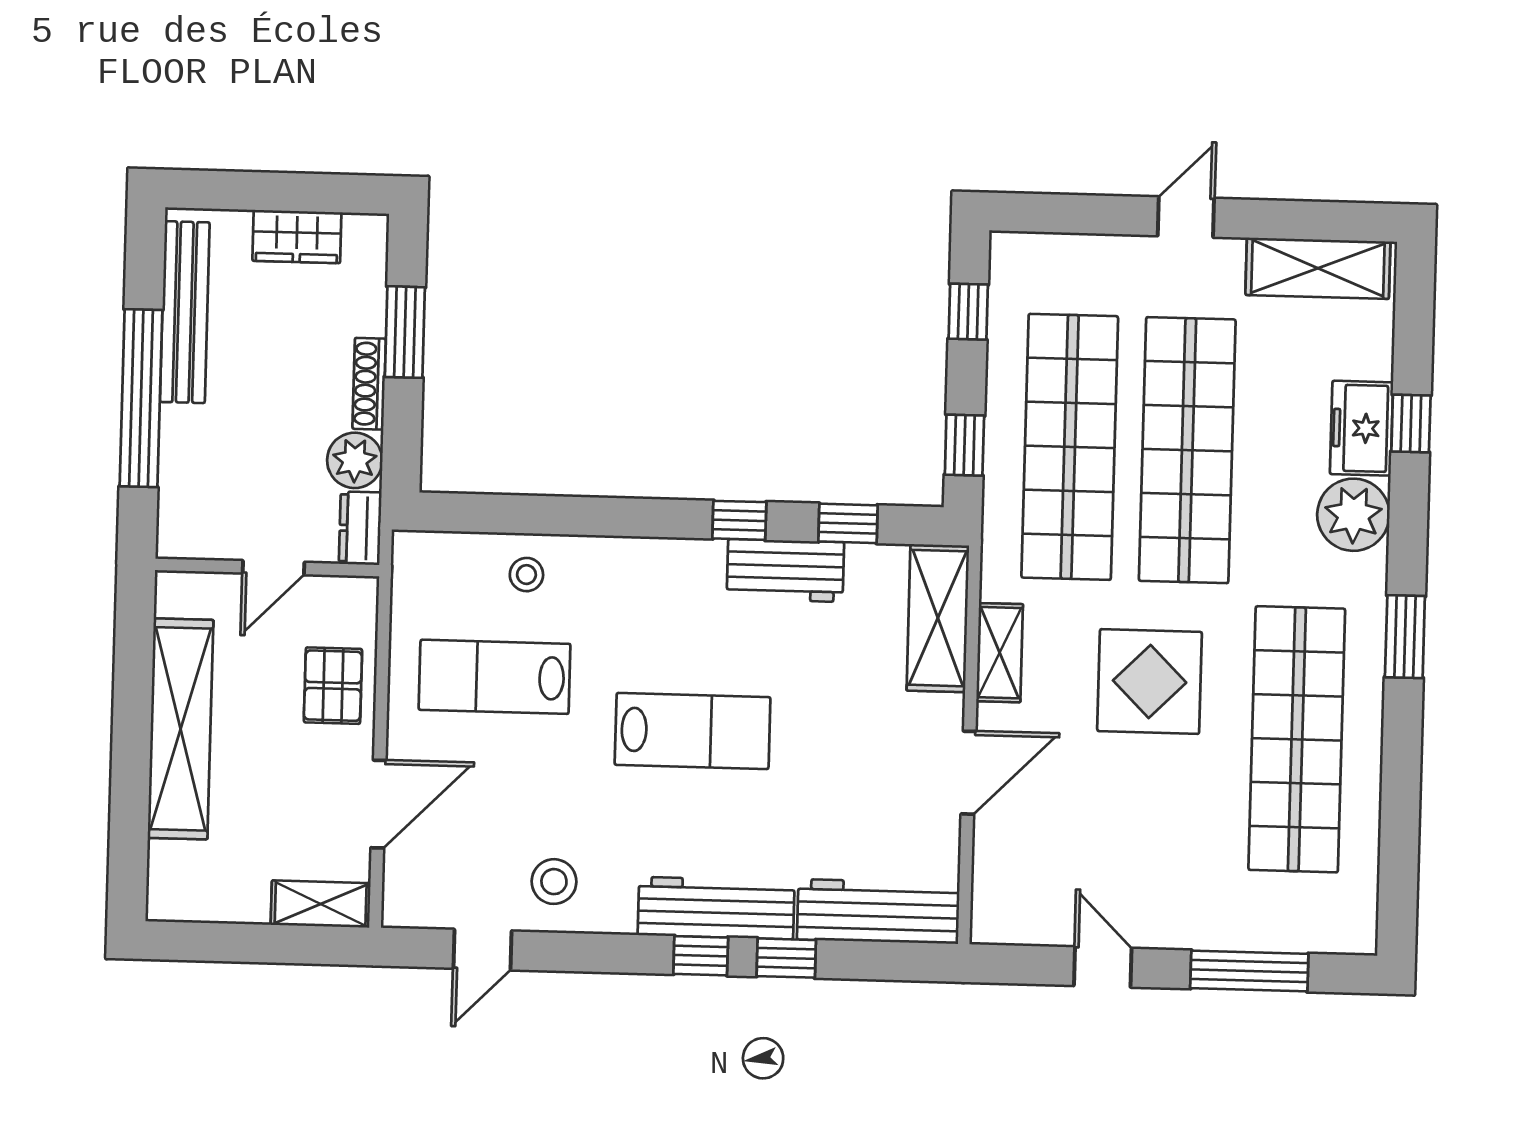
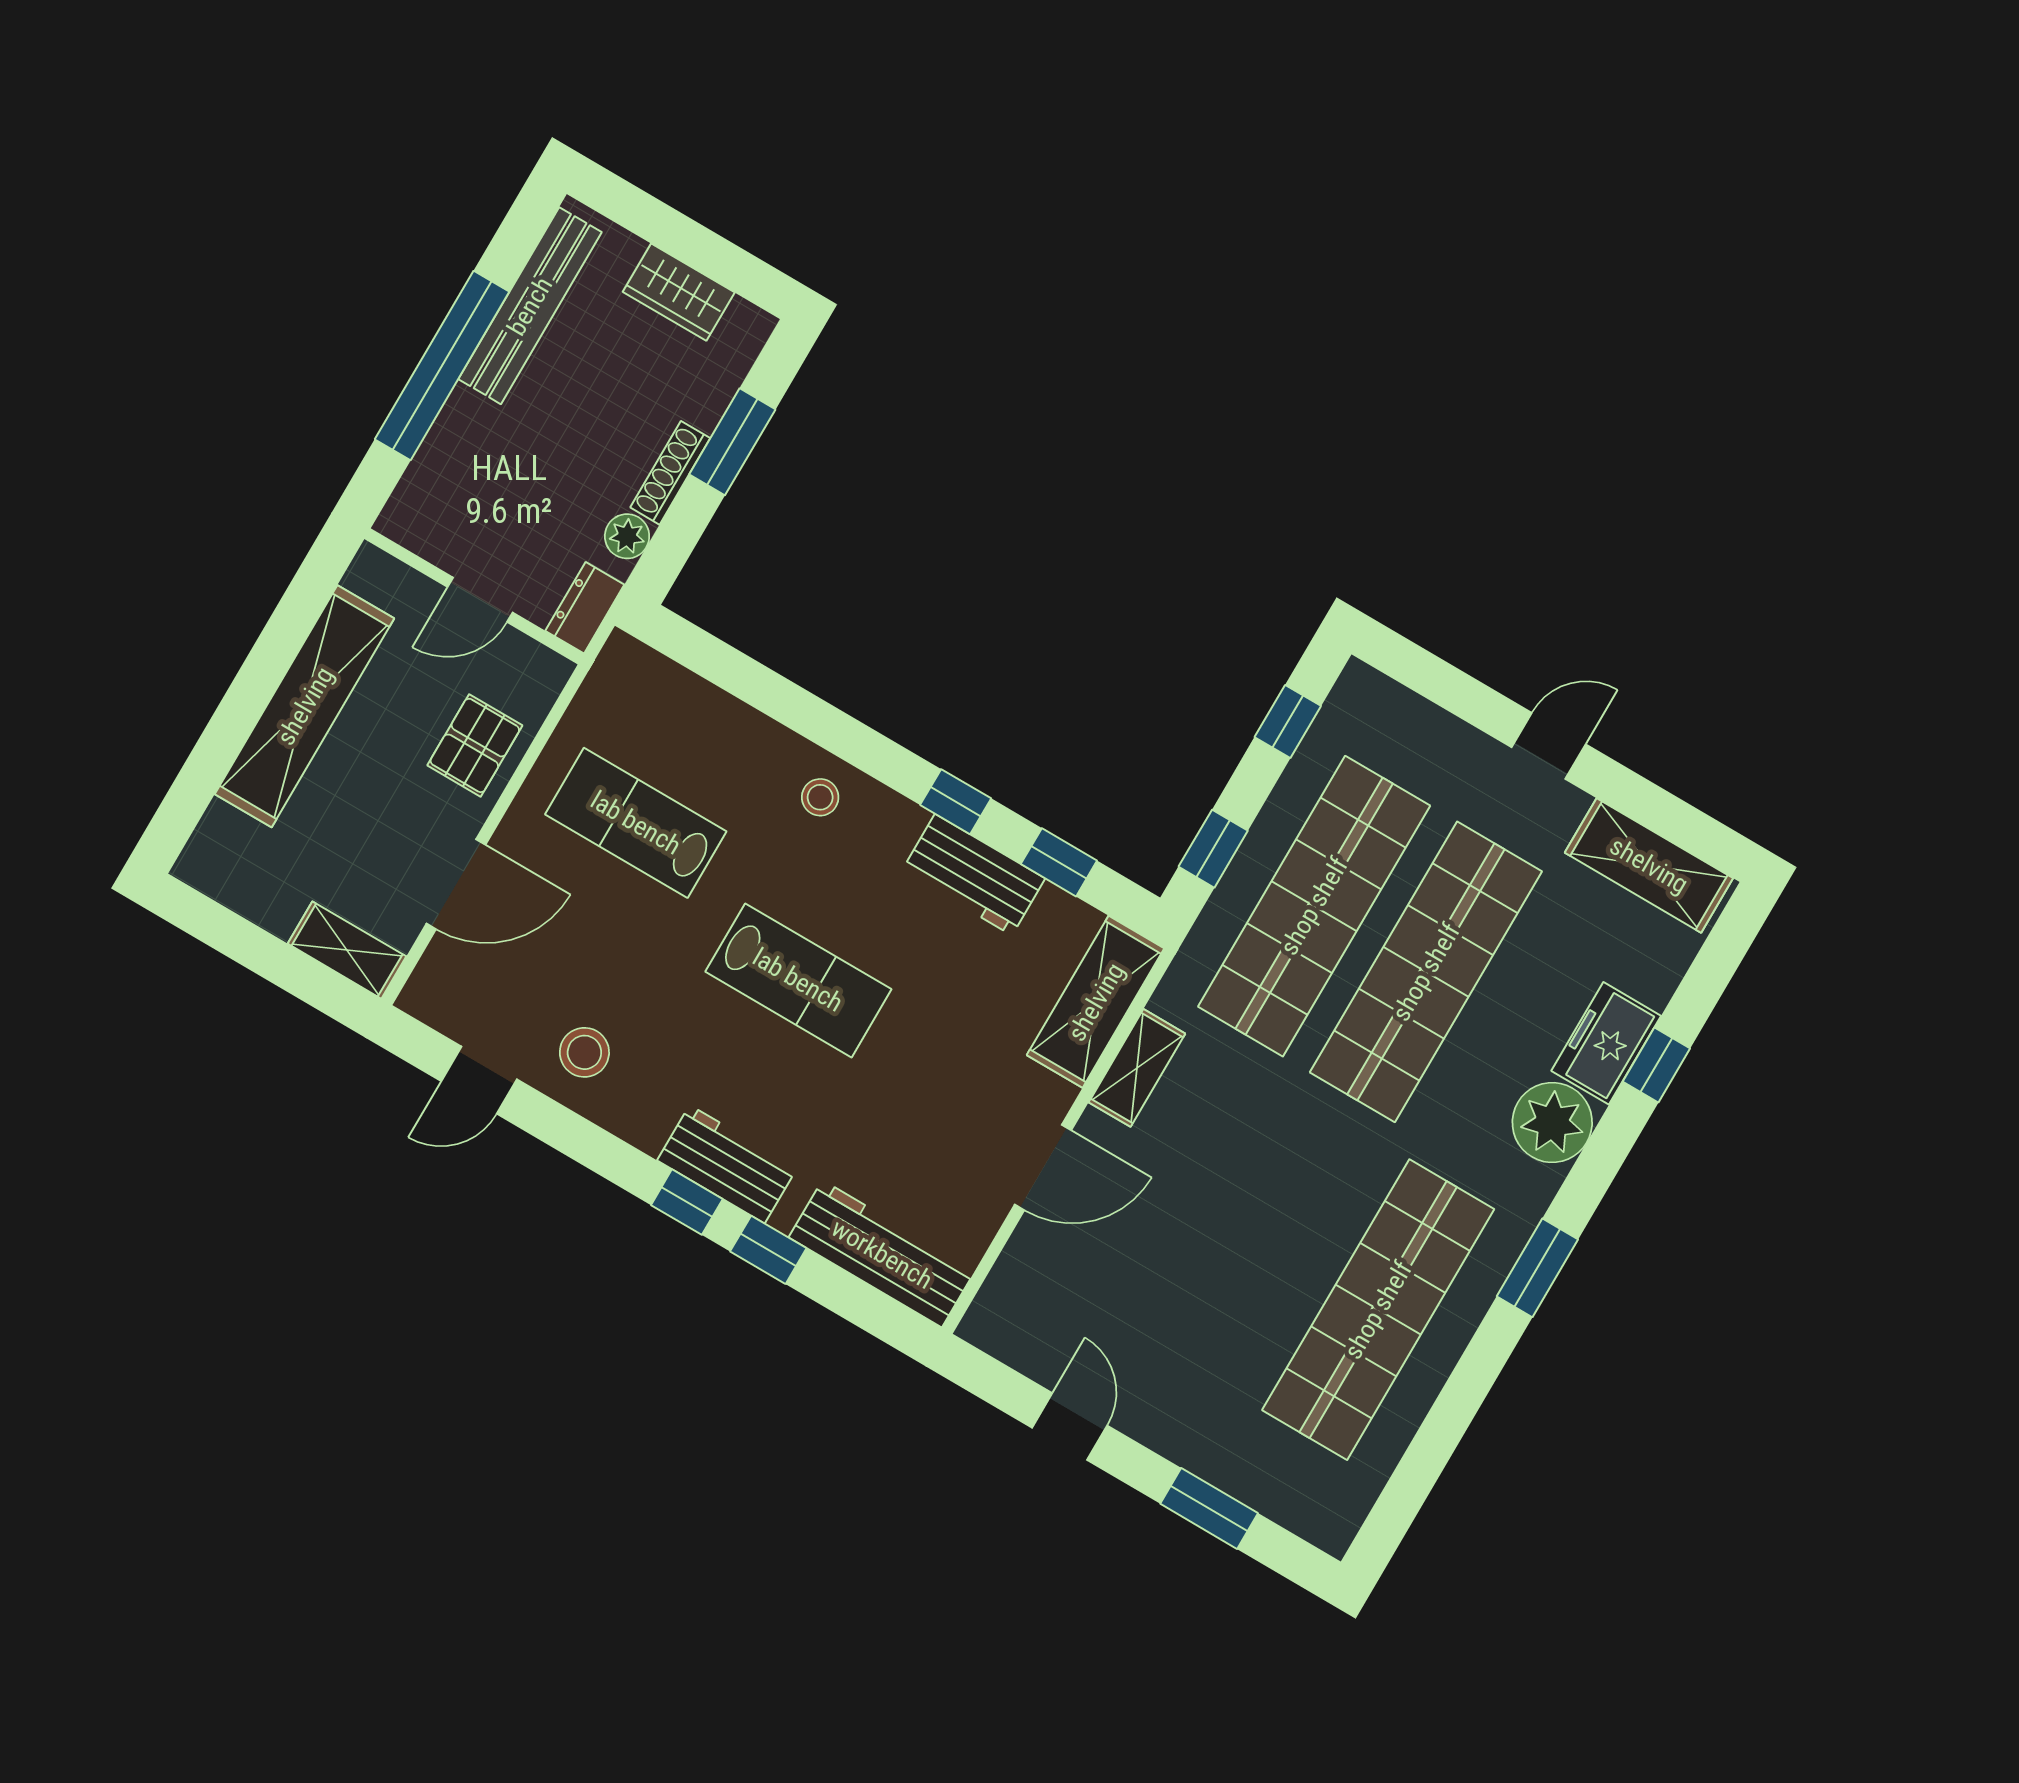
plant: (355, 460) -> (627, 536), width x0.73, depth x0.73
stool: (526, 575) -> (820, 797), moved
display table: (1150, 681) -> (1267, 1176), removed
workbench: (716, 908) -> (727, 1164), width x0.73
window: (1249, 971) -> (1209, 1508), width x0.69

